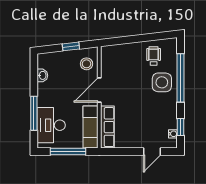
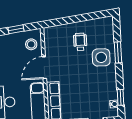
wheelchair: (154, 56) -> (80, 42), moved
window: (180, 78) -> (118, 52), width x0.47

